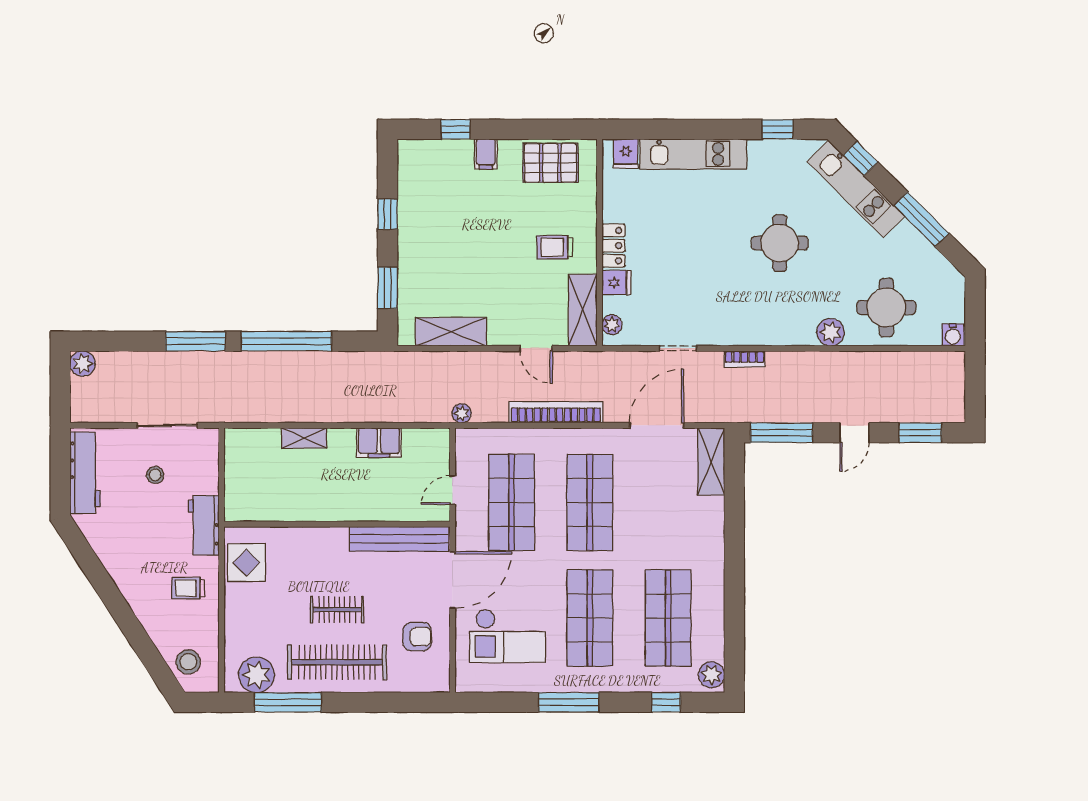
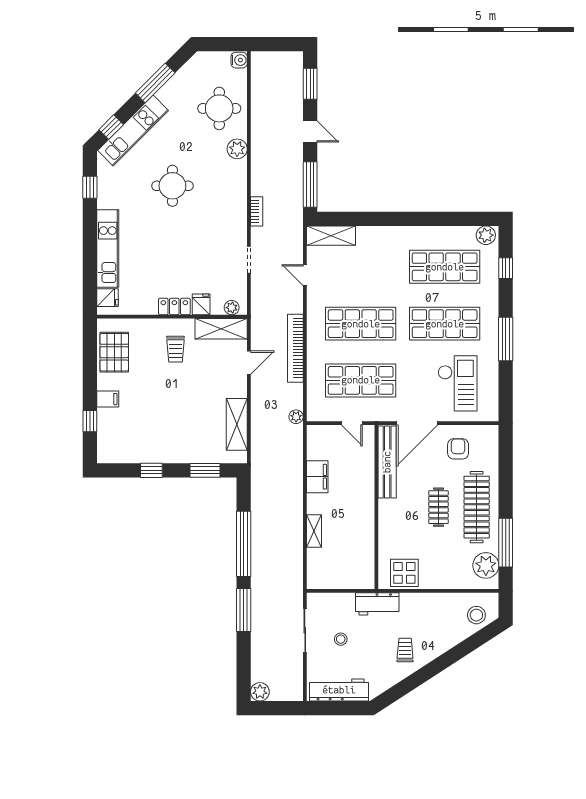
door: (657, 425) -> (305, 275), width x0.53
door: (453, 580) -> (417, 423), swing flipped
trolley: (188, 588) -> (405, 650), moved, turned 180

